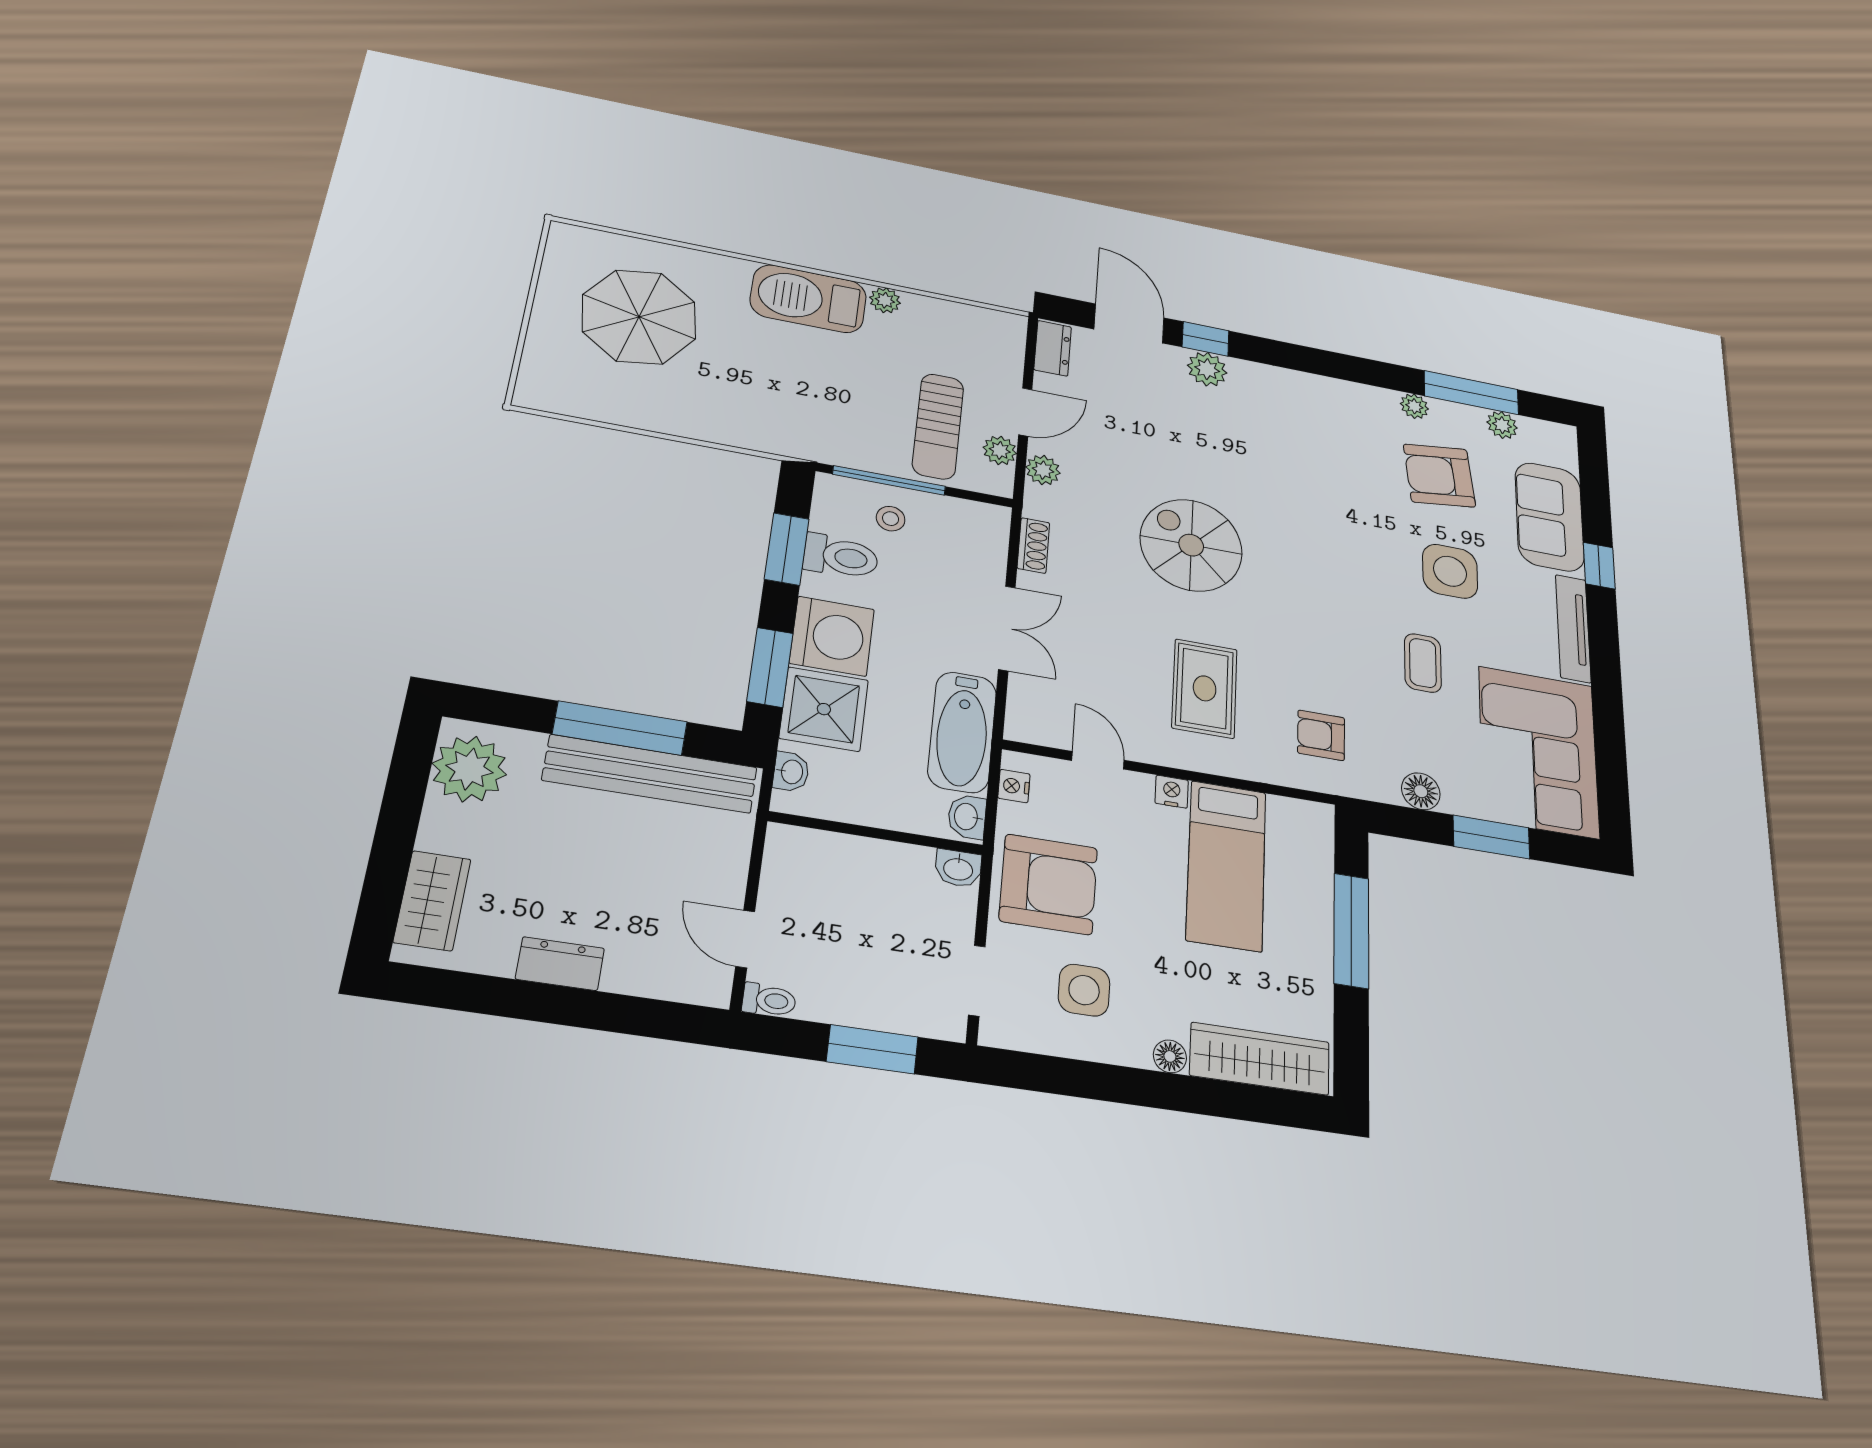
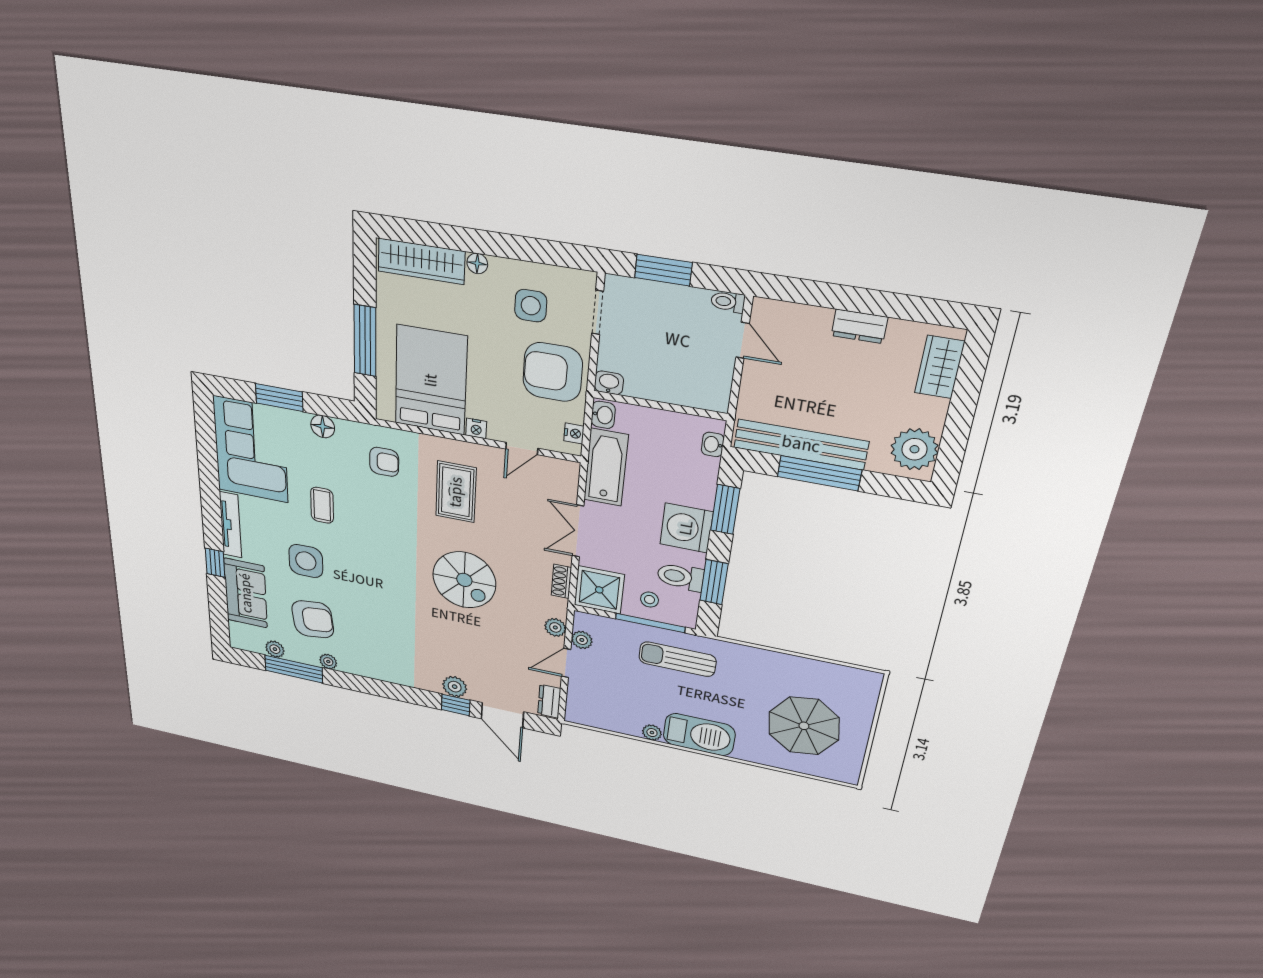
sun lounger: (938, 426) -> (677, 659), moved, turned -90
shower: (824, 709) -> (599, 590), moved
door: (1098, 760) -> (522, 449), hinge flipped
bed: (1226, 865) -> (431, 380), width x1.50

